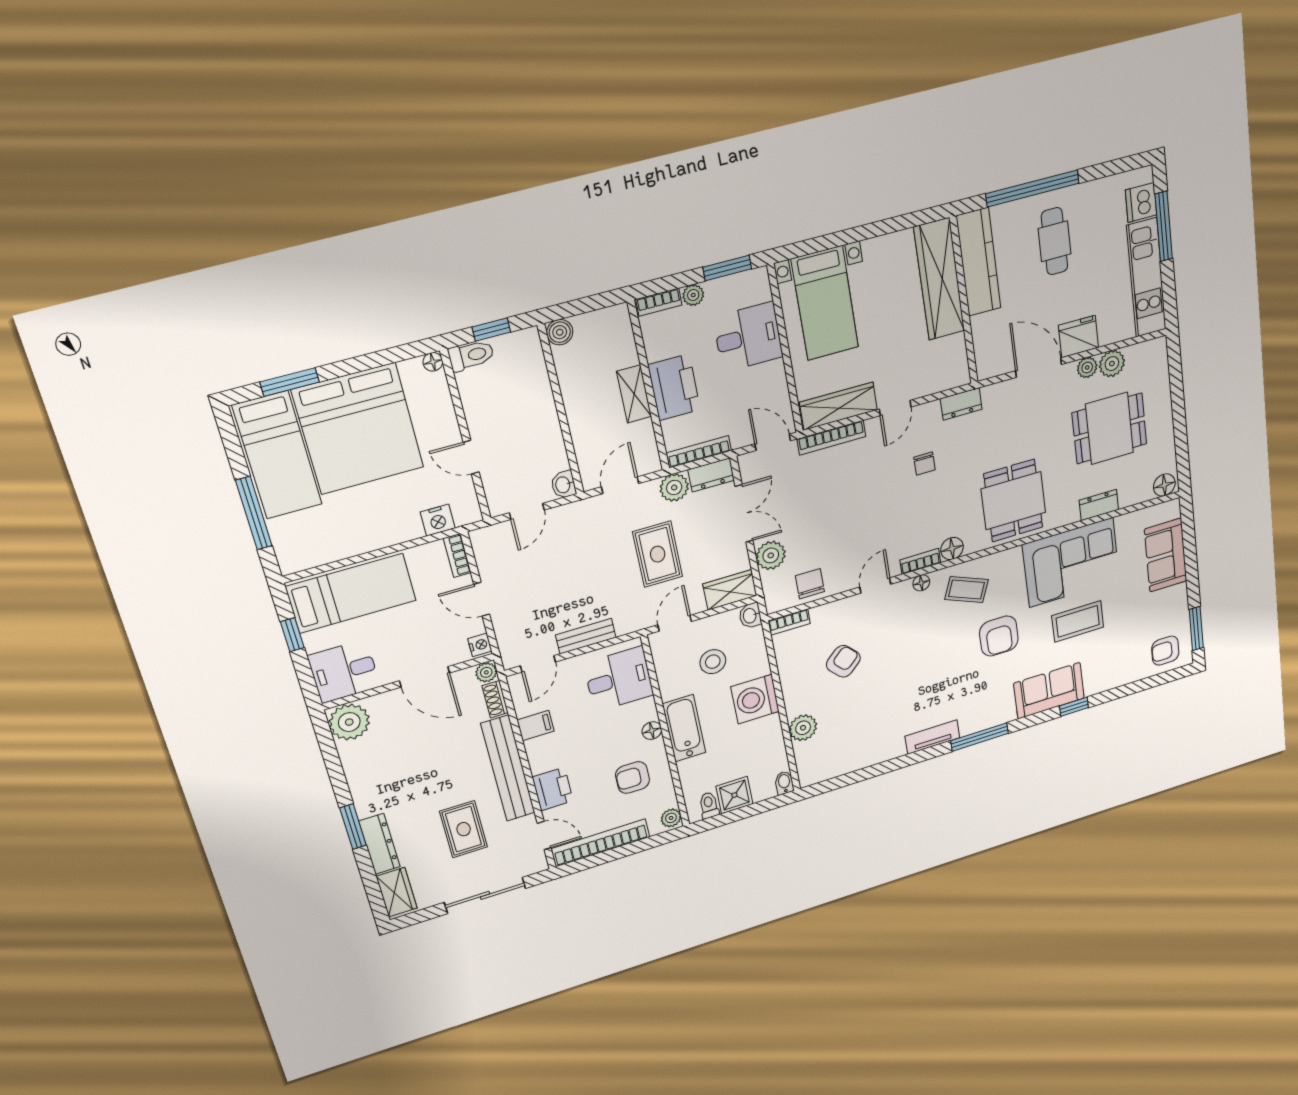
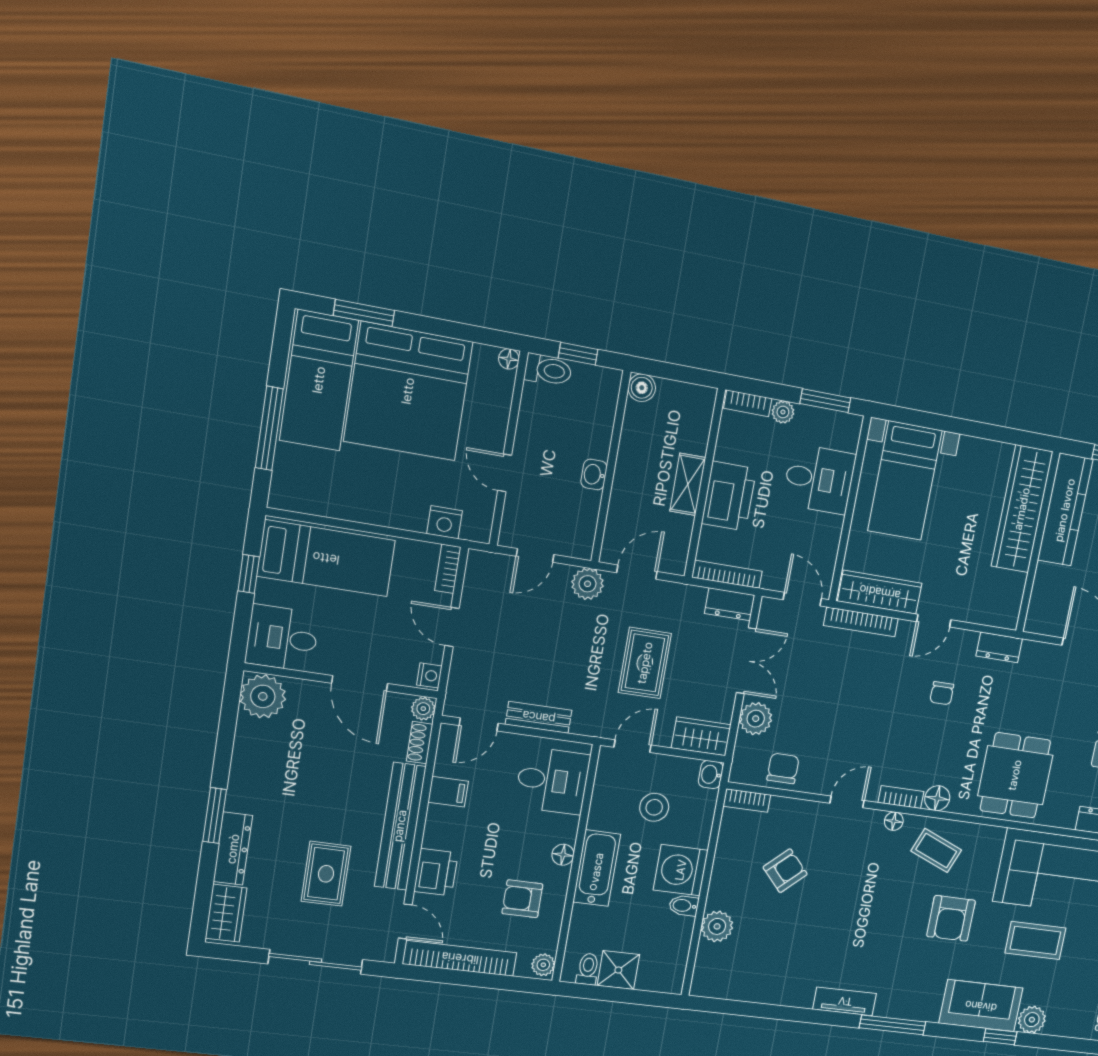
washbasin: (563, 485) -> (594, 475), moved
plant: (674, 488) -> (588, 584), moved
plant: (1096, 683) -> (1032, 1020), added
bidet: (784, 783) -> (684, 906), moved, turned -90

